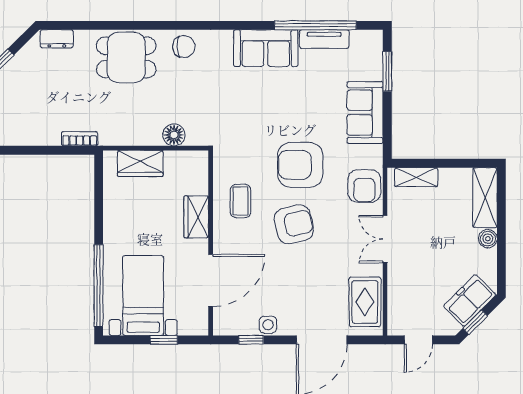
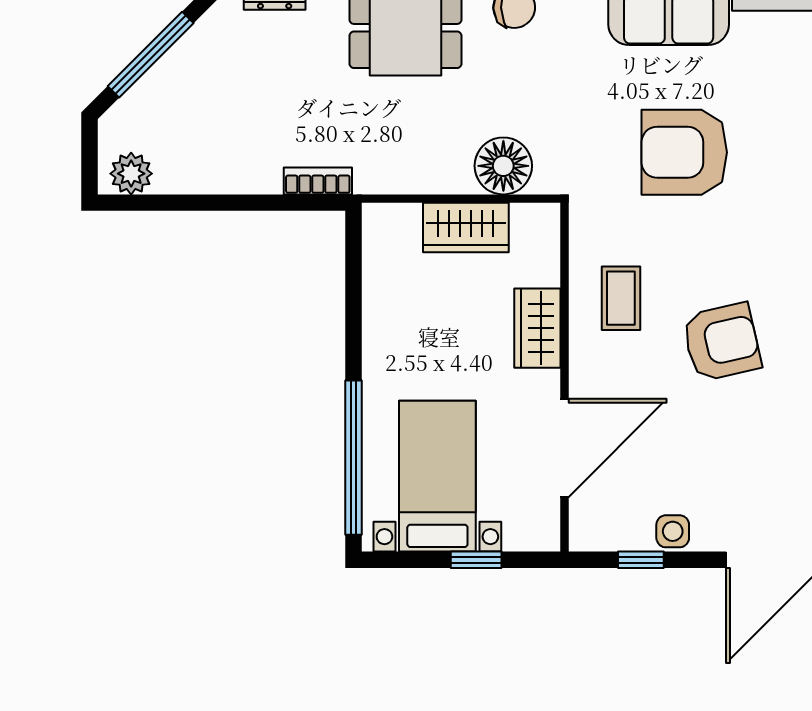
floor lamp: (174, 135) -> (503, 166), width x1.38, depth x1.38
wardrobe: (140, 163) -> (466, 227), moved
armchair: (300, 165) -> (684, 152), moved

